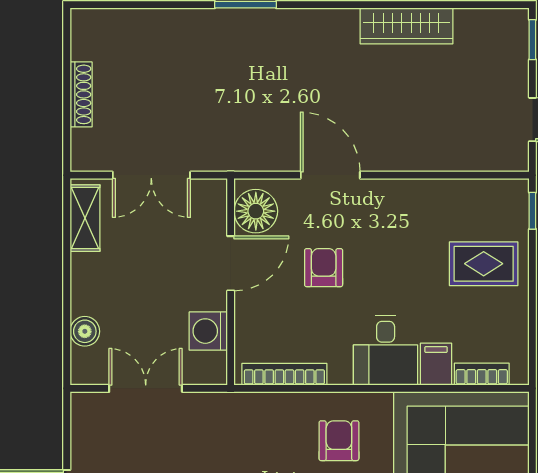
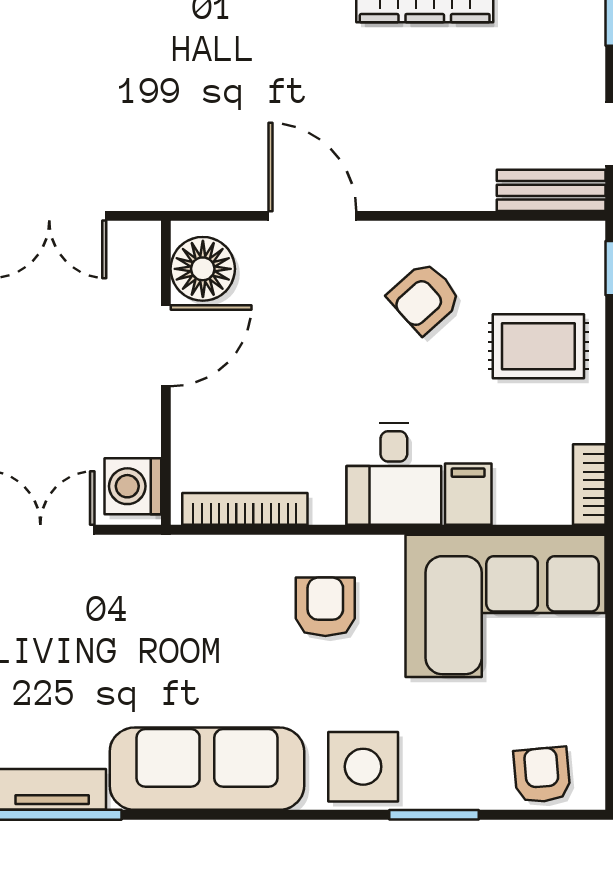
bench: (492, 158) -> (551, 190), added
armchair: (324, 268) -> (425, 298), moved, turned -132
washing machine: (208, 331) -> (133, 486), moved
bookcase: (482, 374) -> (589, 485), moved, turned -90

